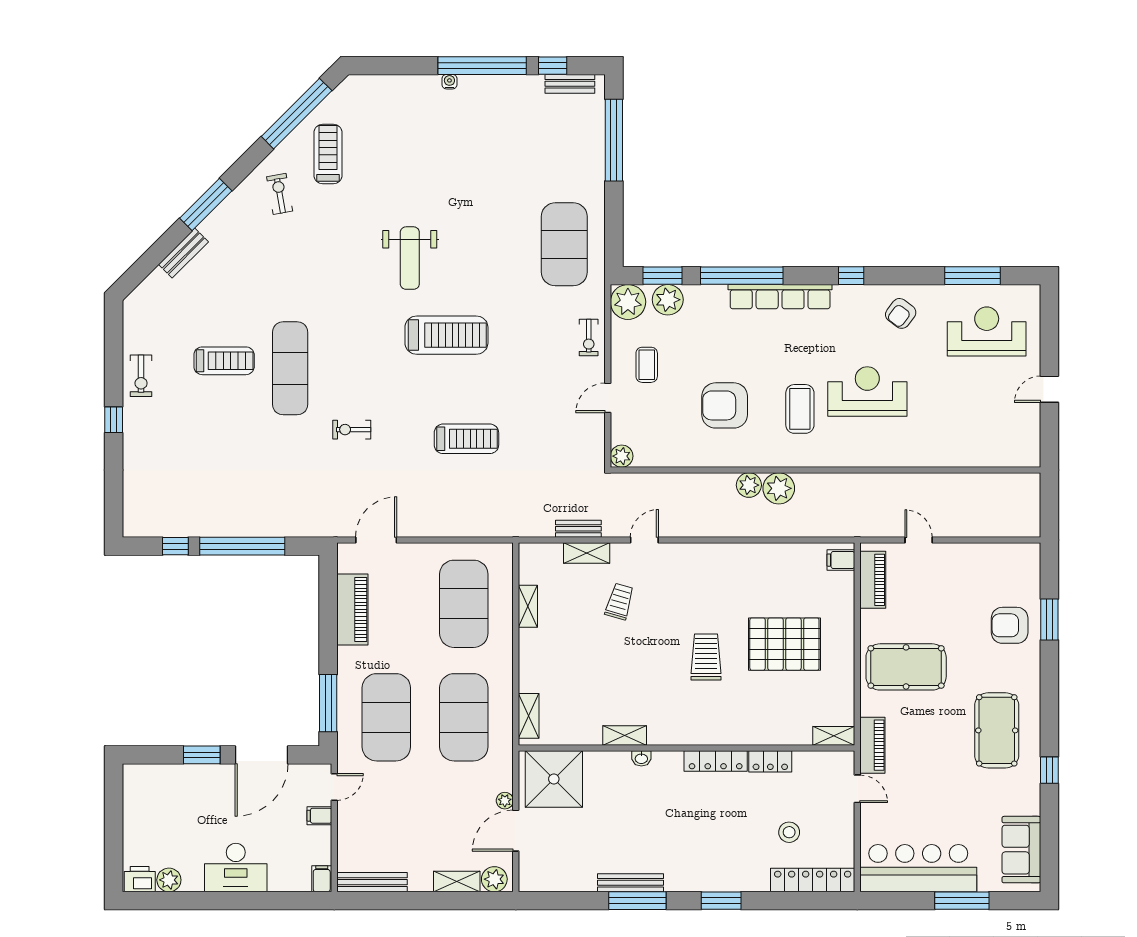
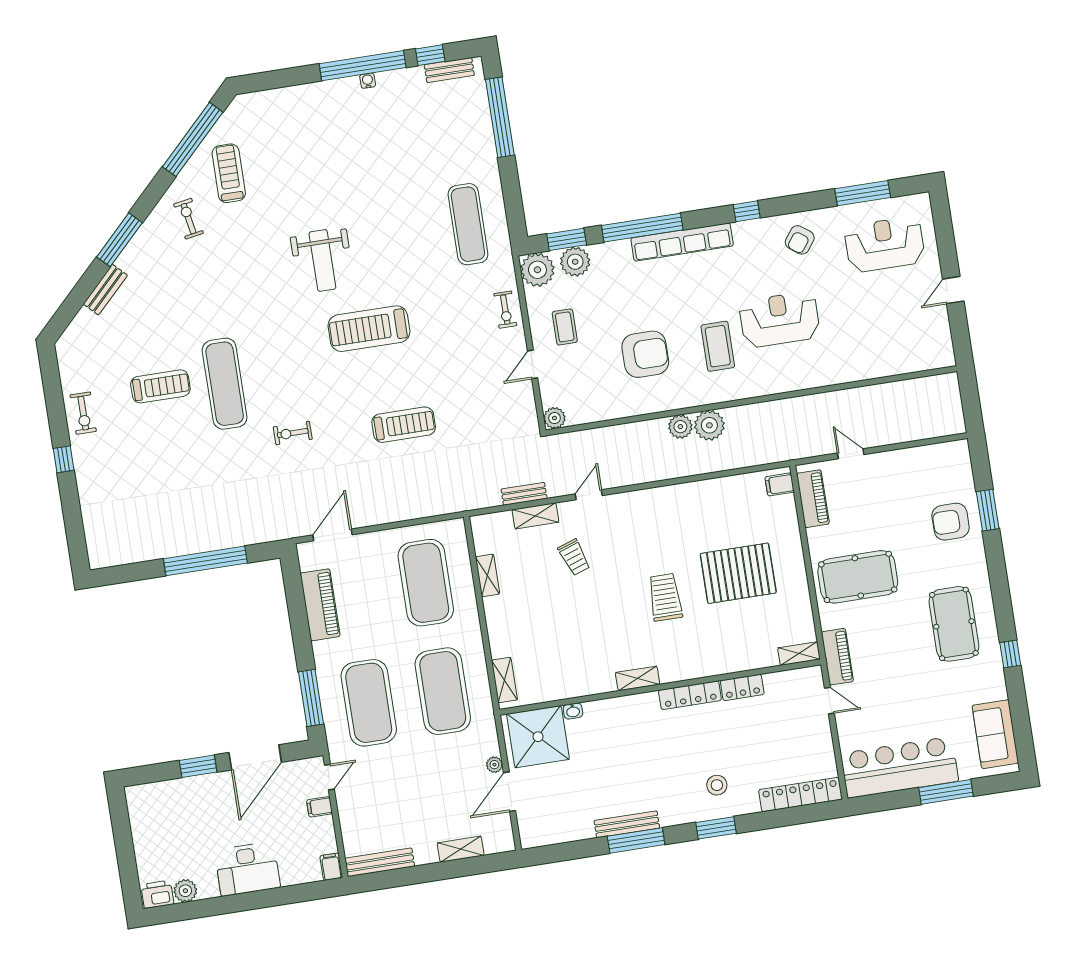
water cooler: (449, 82) -> (368, 81), moved
exercise mat: (564, 244) -> (468, 224), width x0.68
treadmill: (446, 335) -> (369, 329), turned 180
armchair: (725, 405) -> (645, 354), turned 180
window: (175, 546) -> (142, 571), removed
trolley: (619, 602) -> (574, 557), turned 145
shelving: (625, 736) -> (638, 678), moved
washbasin: (641, 758) -> (573, 711), moved
stool: (789, 832) -> (717, 785), moved
plant: (494, 879) -> (496, 841), removed

